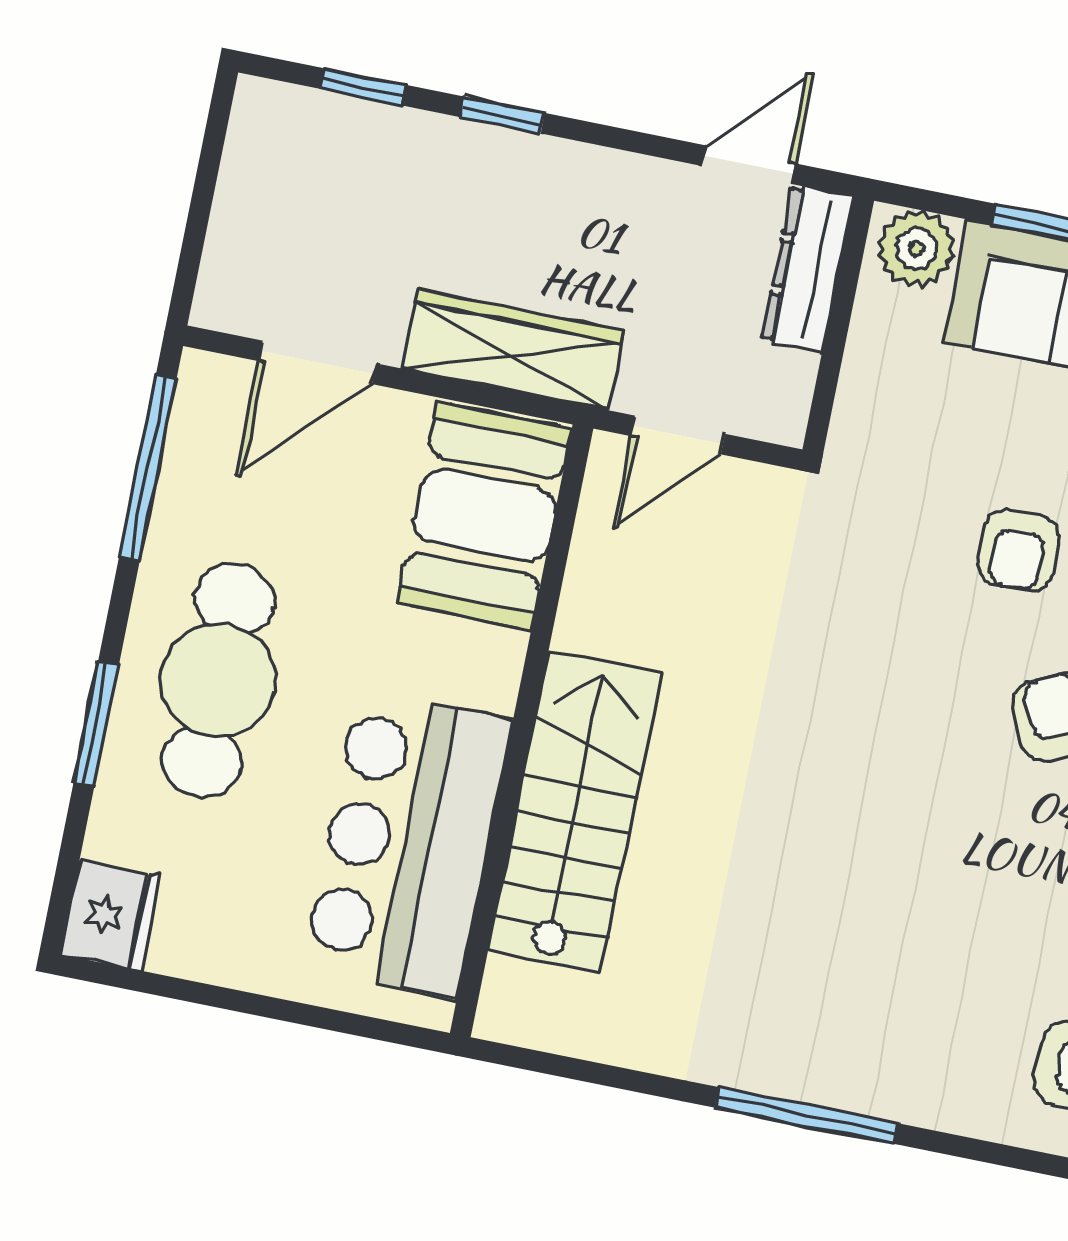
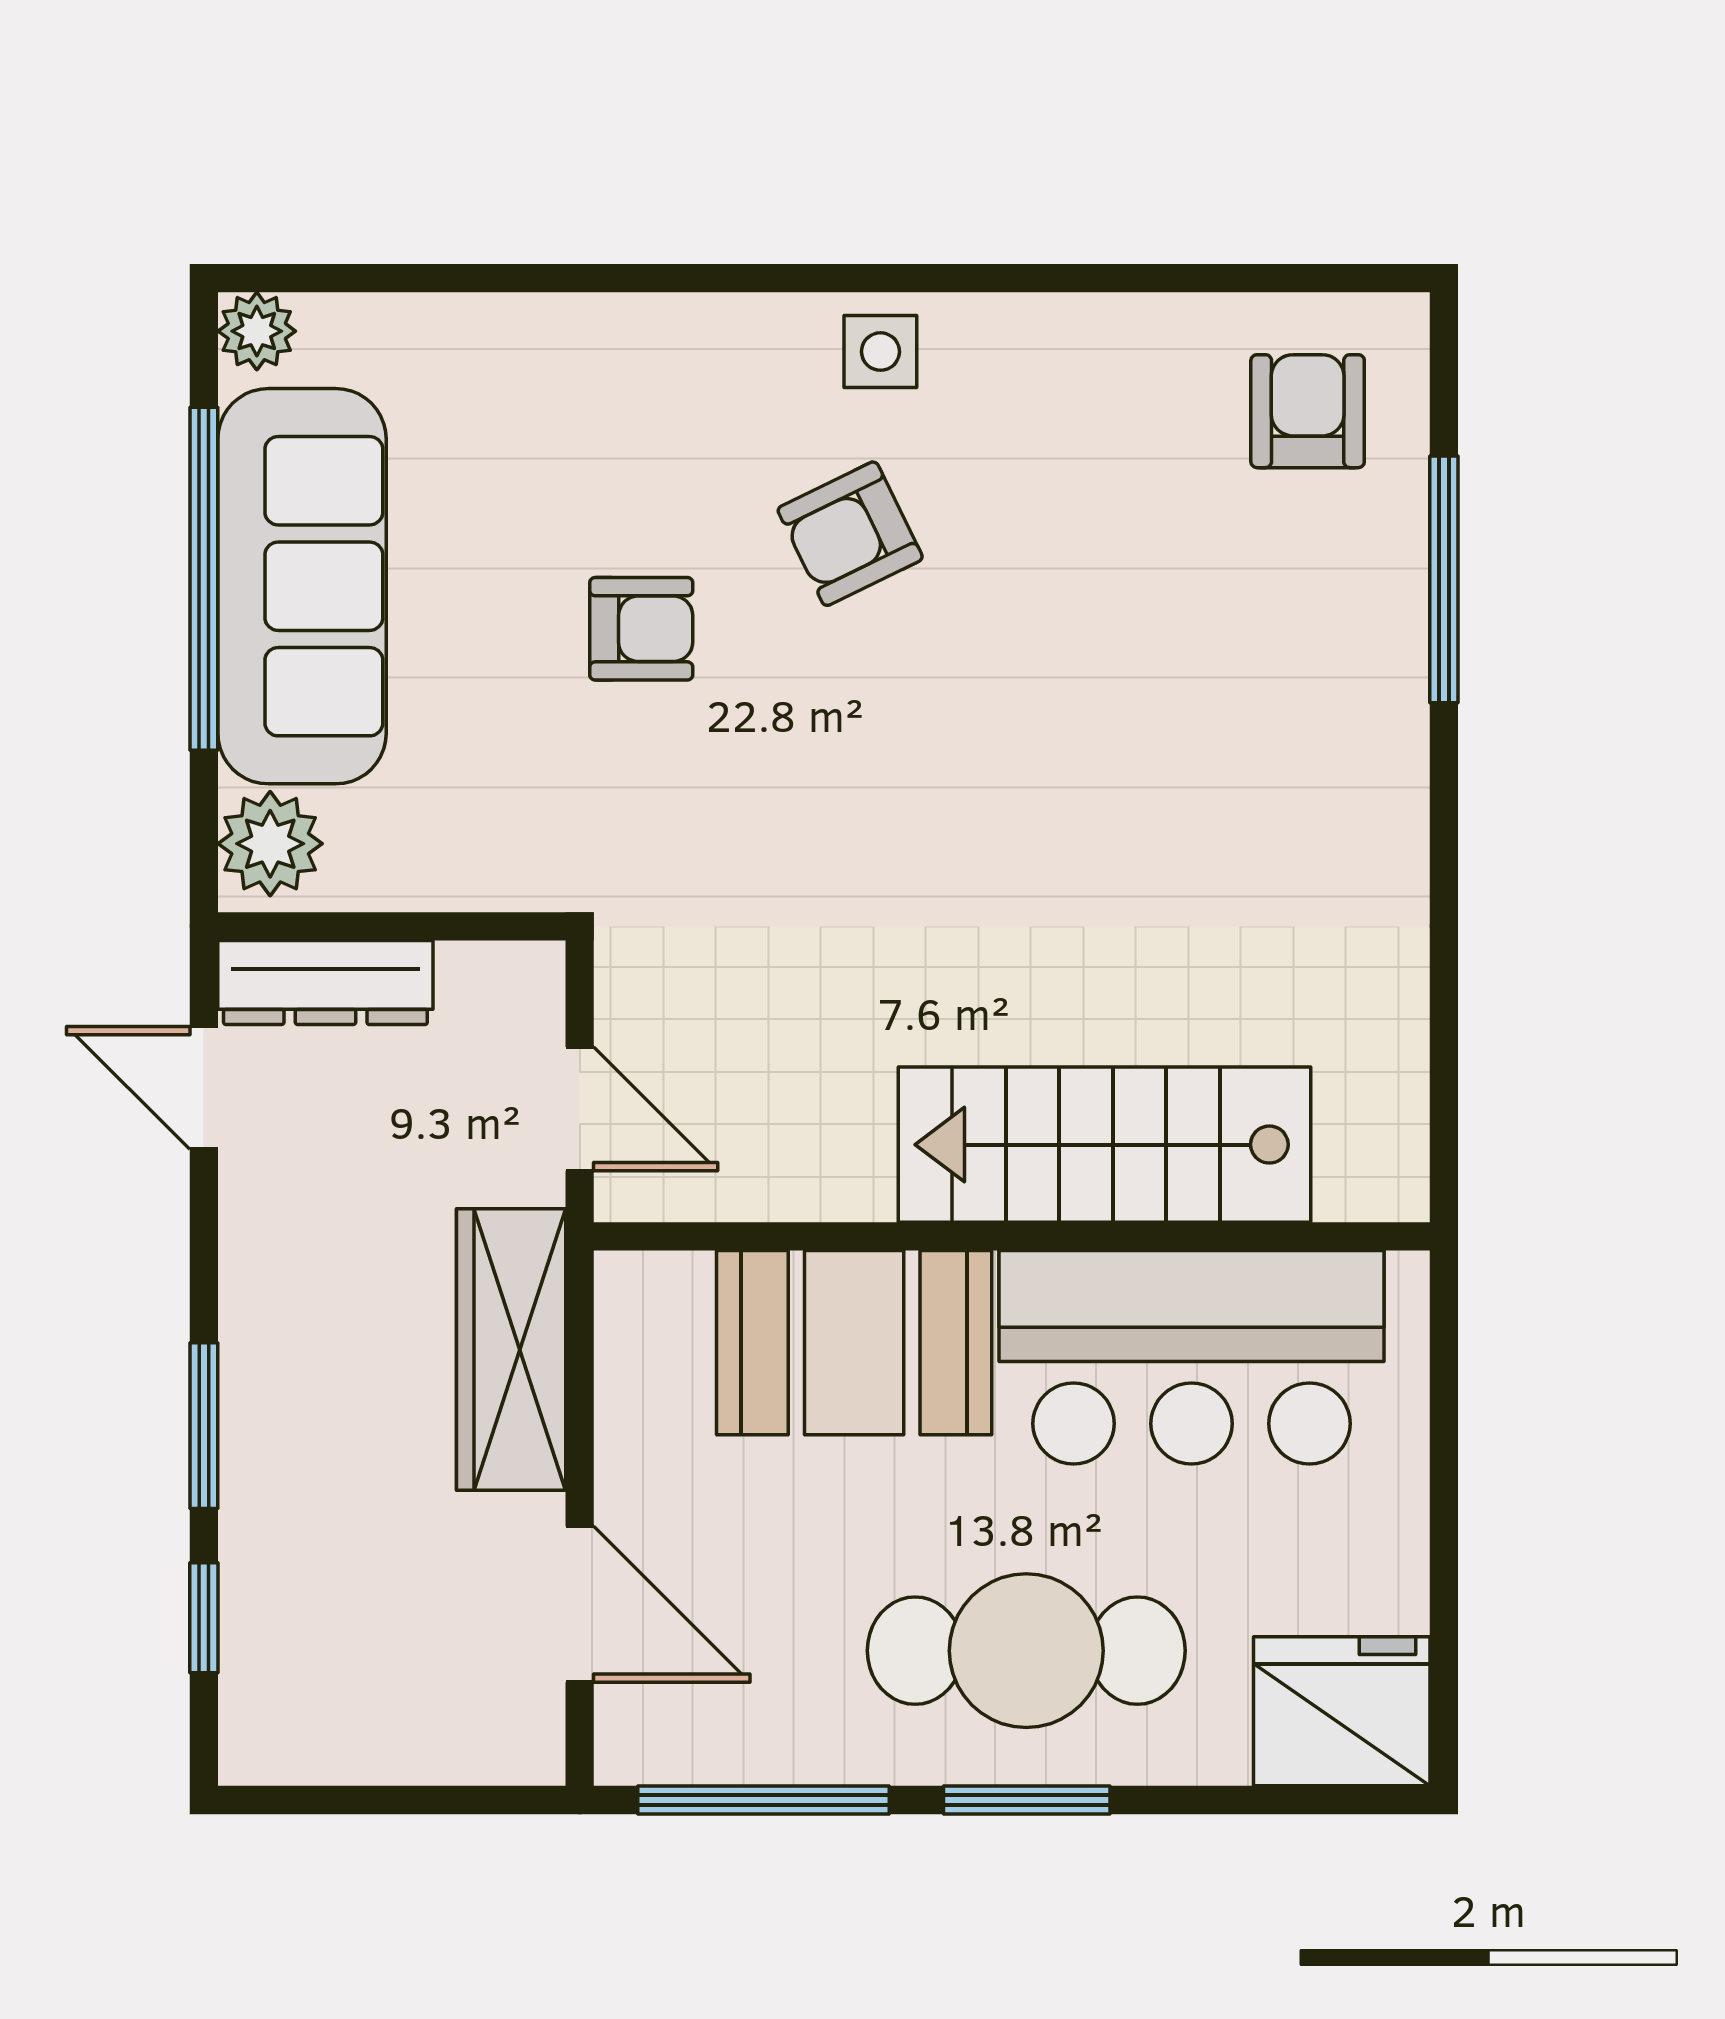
window: (502, 115) -> (204, 1426), width x1.50
booth: (485, 516) -> (854, 1343), moved
window: (96, 724) -> (1027, 1800), moved
fridge: (110, 916) -> (1342, 1711), width x1.36, depth x1.34
window: (807, 1116) -> (1444, 579), moved

